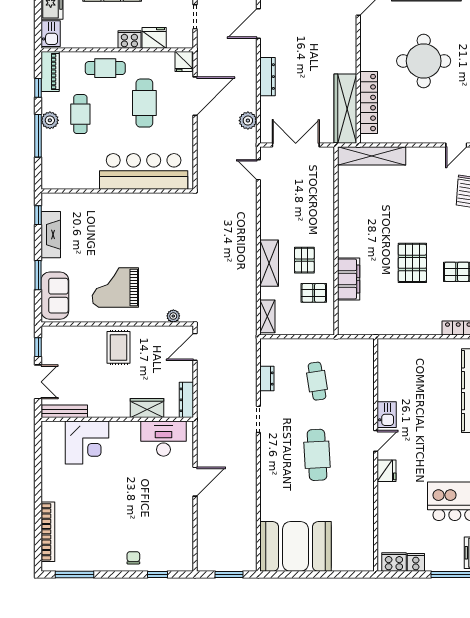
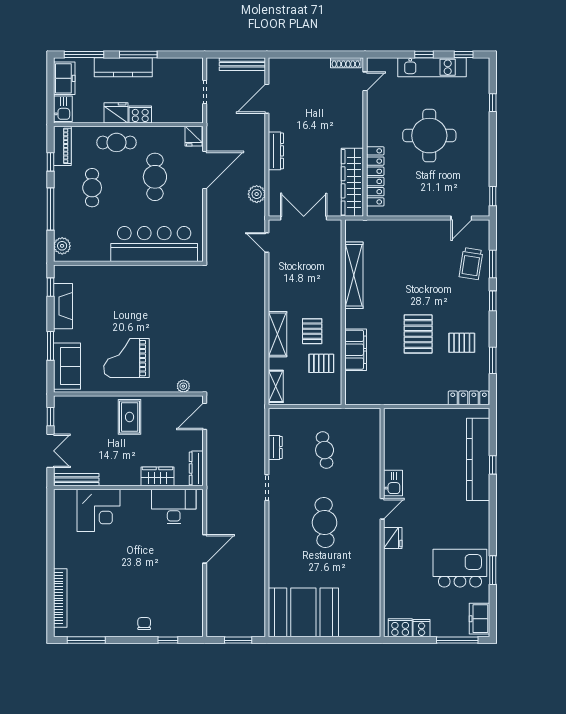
fridge: (154, 38) -> (116, 113), moved
plant: (50, 120) -> (62, 246), moved
shelving: (372, 156) -> (354, 275), moved, turned 90

